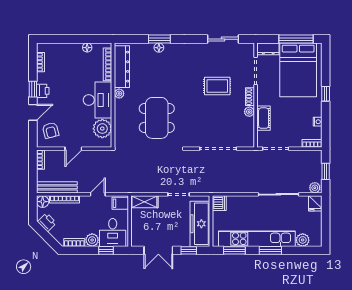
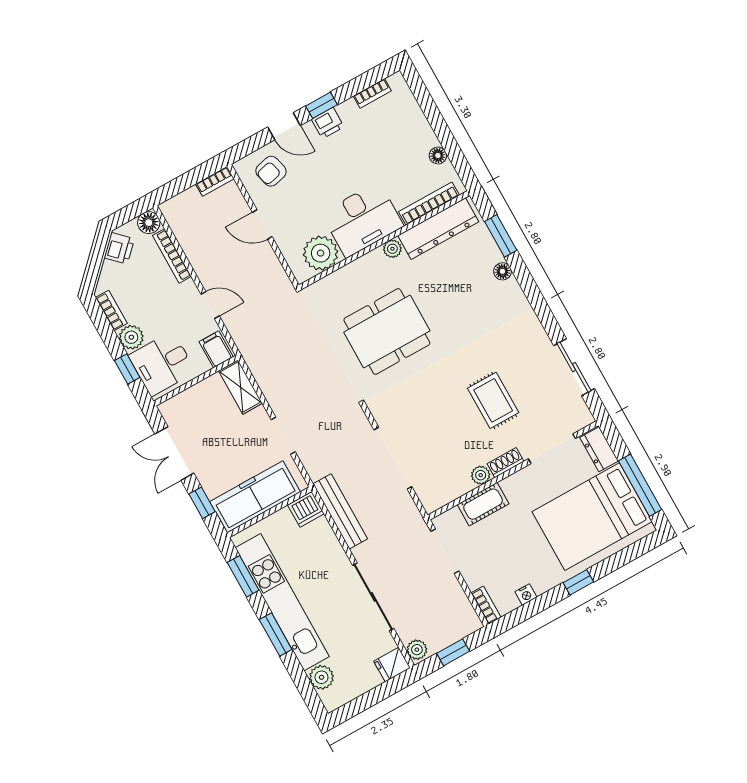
window: (159, 39) -> (501, 236), moved
bench: (57, 187) -> (340, 511), moved

